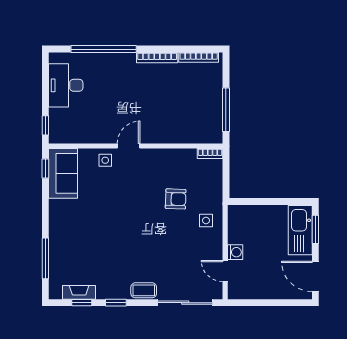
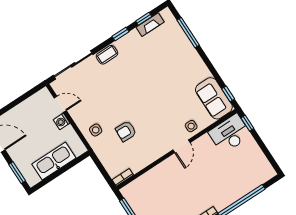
desk: (66, 85) -> (230, 134), moved, turned -90
kitchen sink: (300, 230) -> (54, 161), moved, turned -90

